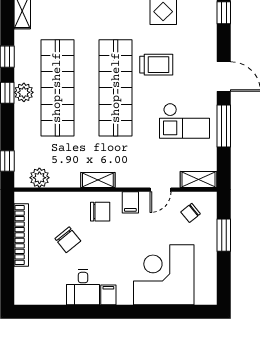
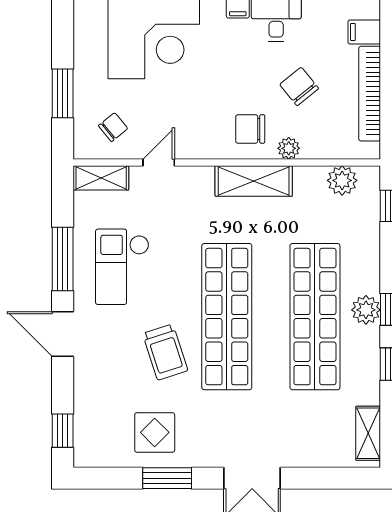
trolley: (156, 65) -> (165, 352), turned -108
checkout: (185, 121) -> (122, 267), turned -90
shelving: (98, 180) -> (254, 181), width x1.50, depth x1.33
plant: (75, 199) -> (289, 148), added
filing cabinet: (130, 202) -> (364, 32), moved, turned -90

